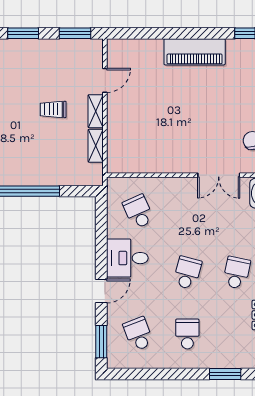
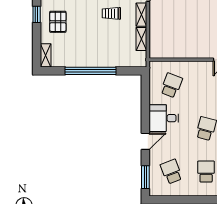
school desk: (138, 212) -> (171, 85), turned 45

